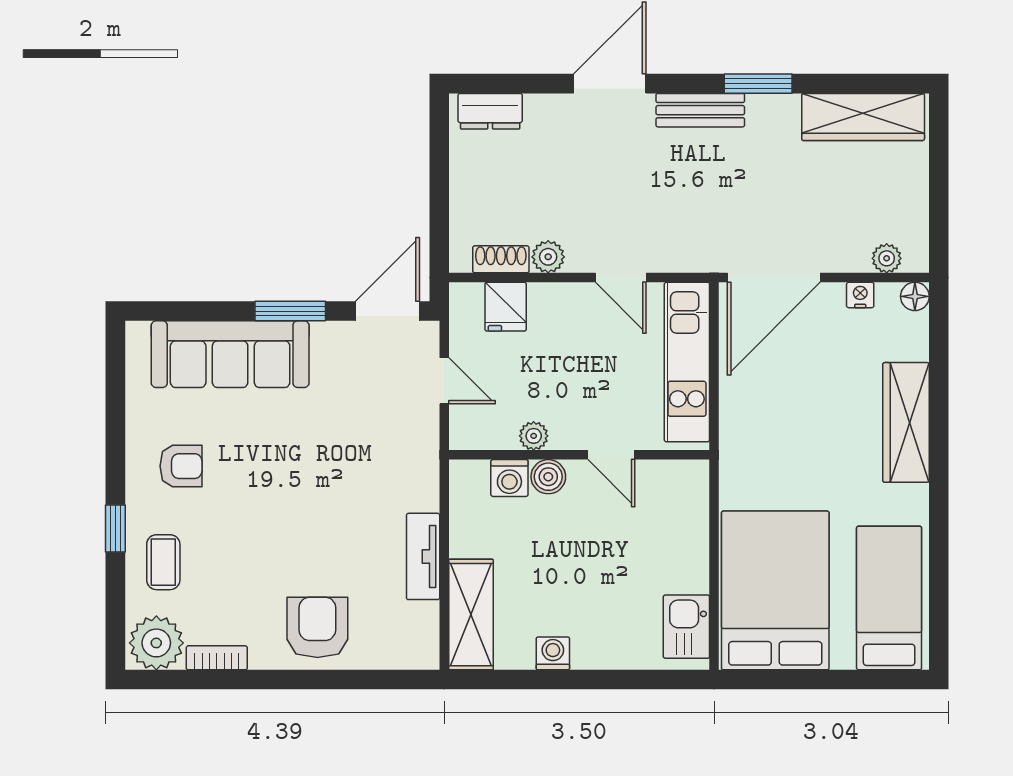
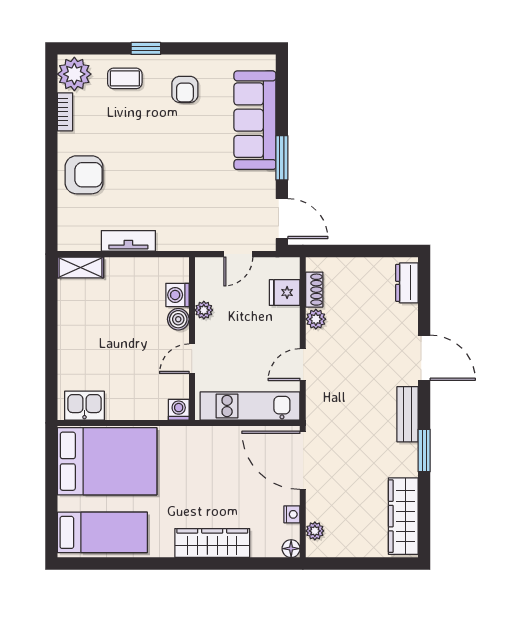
shelving: (471, 615) -> (80, 267), width x0.67, depth x0.75
washing machine: (553, 653) -> (179, 410), moved, turned -90

